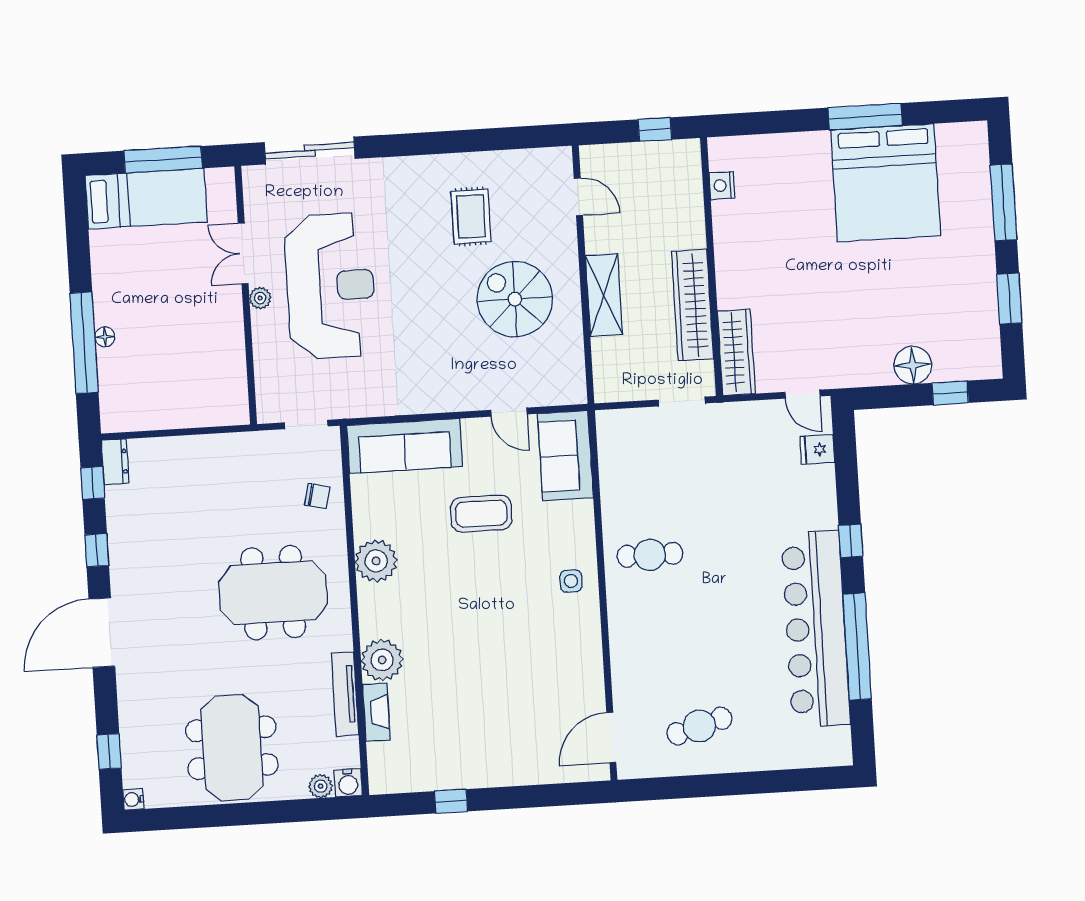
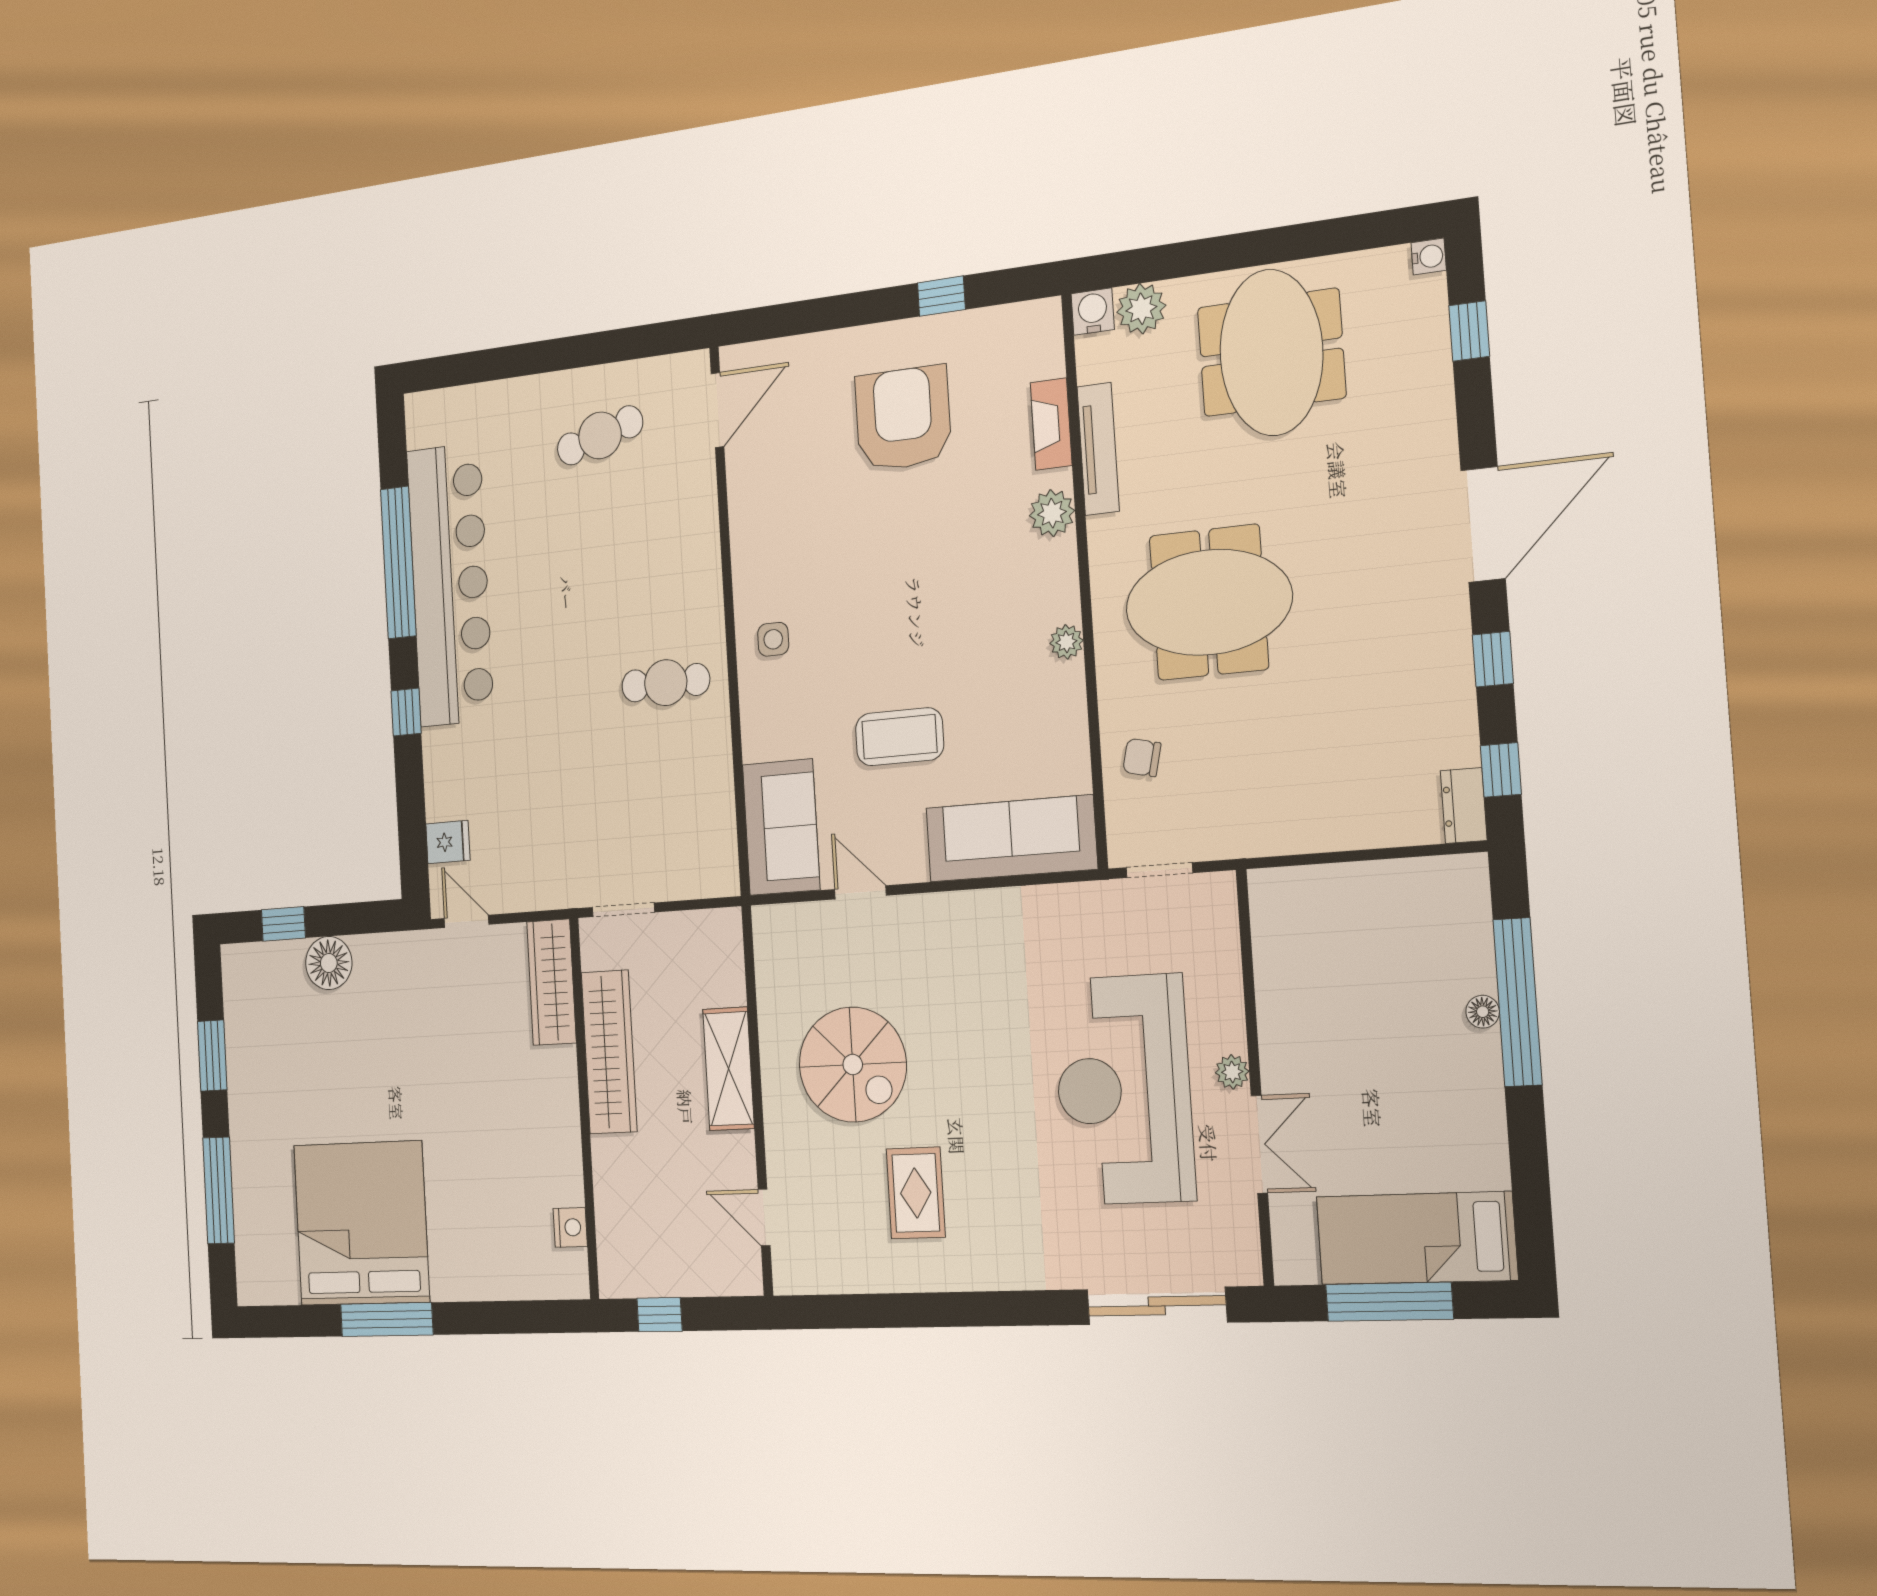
plant: (376, 561) -> (1066, 642), width x0.53, depth x0.53
plant: (382, 660) -> (1052, 513), width x0.73, depth x0.73
armchair: (478, 723) -> (903, 418), added
plant: (321, 786) -> (1141, 309), width x1.38, depth x1.38

